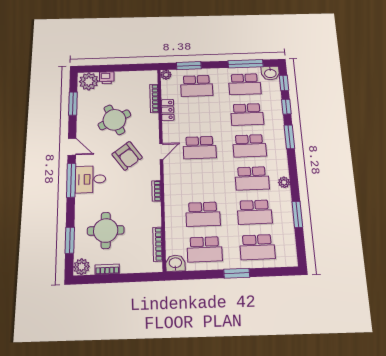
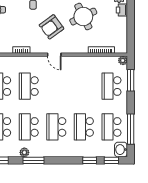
locker: (168, 110) -> (90, 61), removed
window: (289, 137) -> (34, 160), moved
school desk: (200, 148) -> (29, 86), moved

